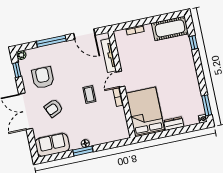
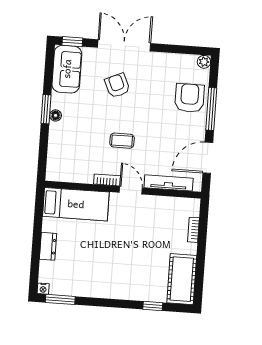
window: (17, 70) -> (72, 42), moved
armchair: (43, 78) -> (190, 98), moved, turned -90
bed: (145, 112) -> (76, 204), width x0.67

